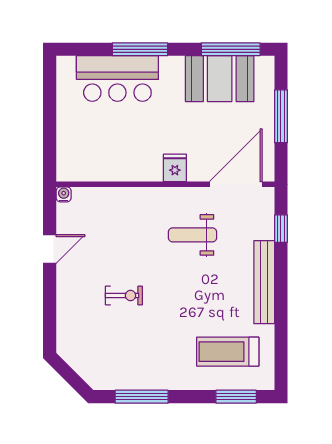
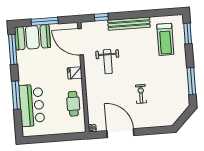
booth: (220, 79) -> (32, 37), moved, turned 90
cafe table: (114, 161) -> (73, 104), added
door: (50, 249) -> (120, 133), width x1.88

